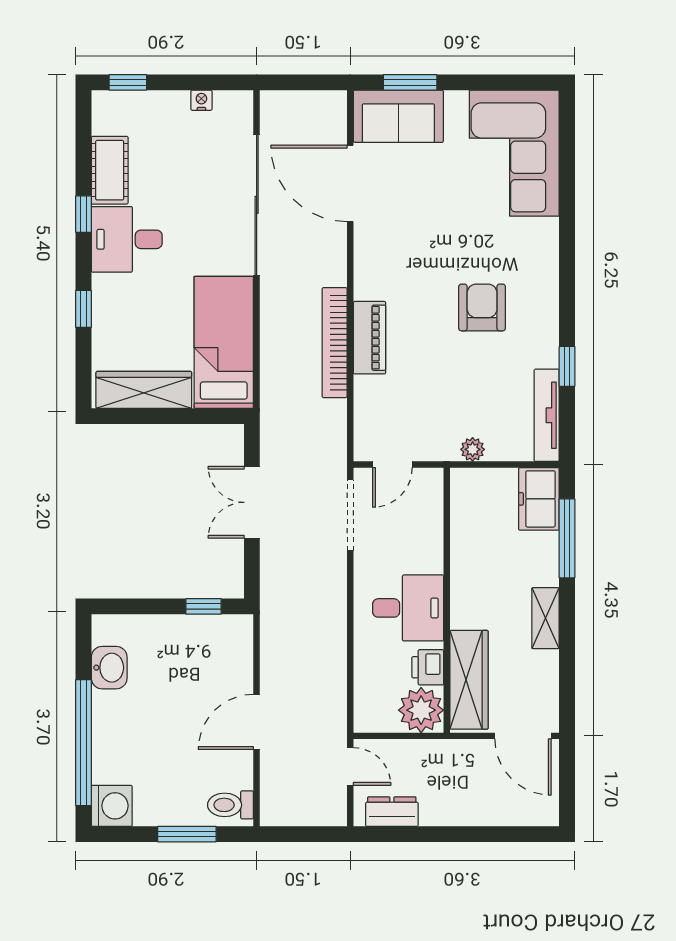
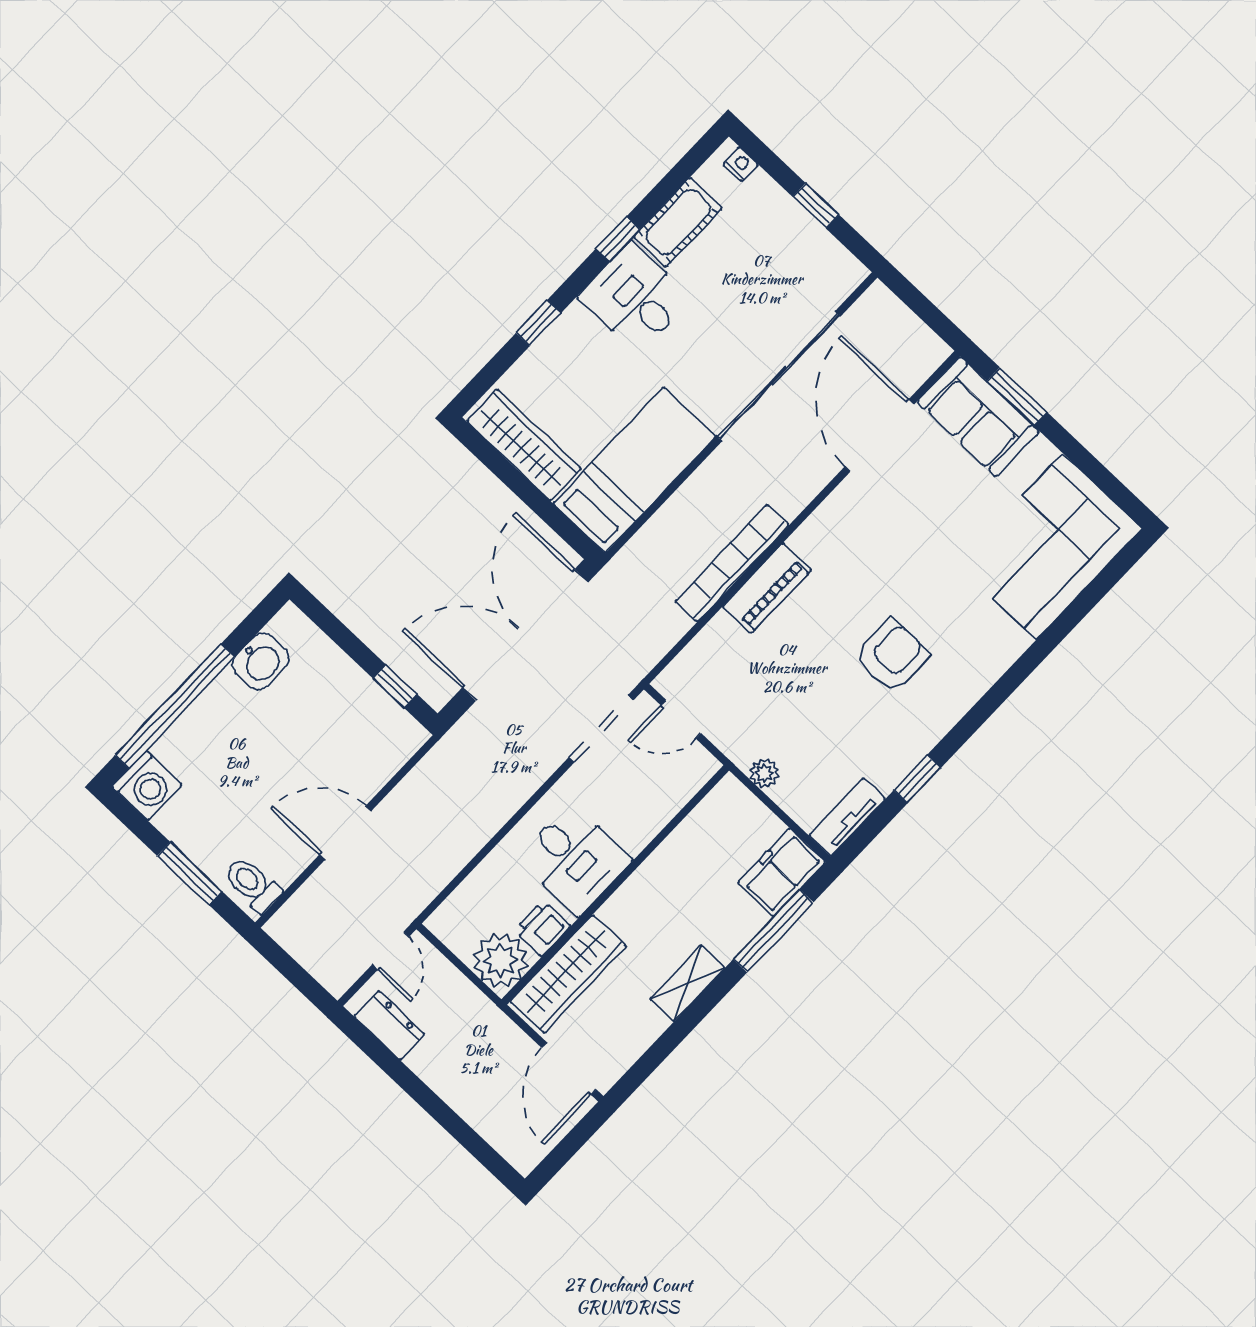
window: (128, 82) -> (816, 206), moved
nightstand: (201, 100) -> (741, 164), moved
tv unit: (547, 415) -> (847, 817), width x0.71
double door: (252, 502) -> (525, 635), width x1.87

